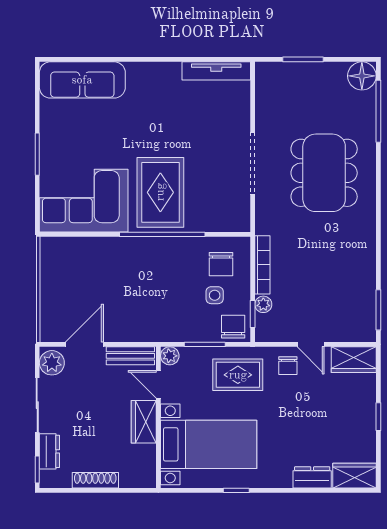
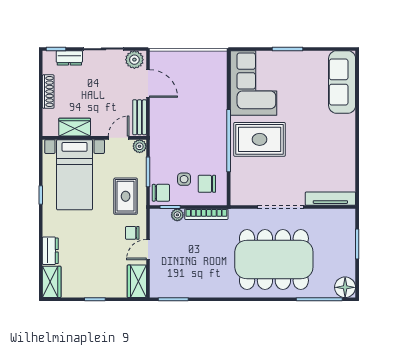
tv unit: (216, 71) -> (330, 199), moved, turned 90
dining table: (324, 173) -> (274, 260), width x1.36, depth x1.24
wardrobe: (144, 422) -> (75, 127), moved

